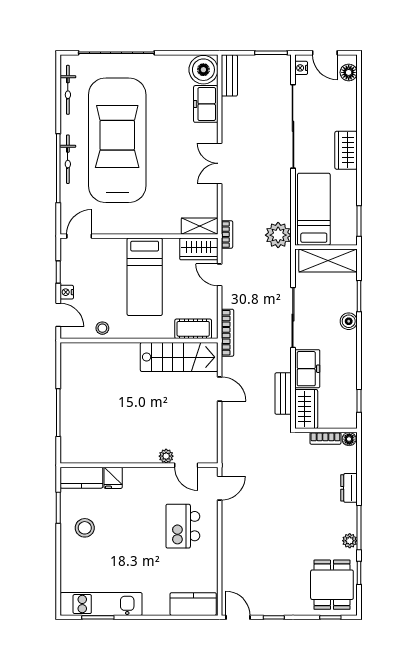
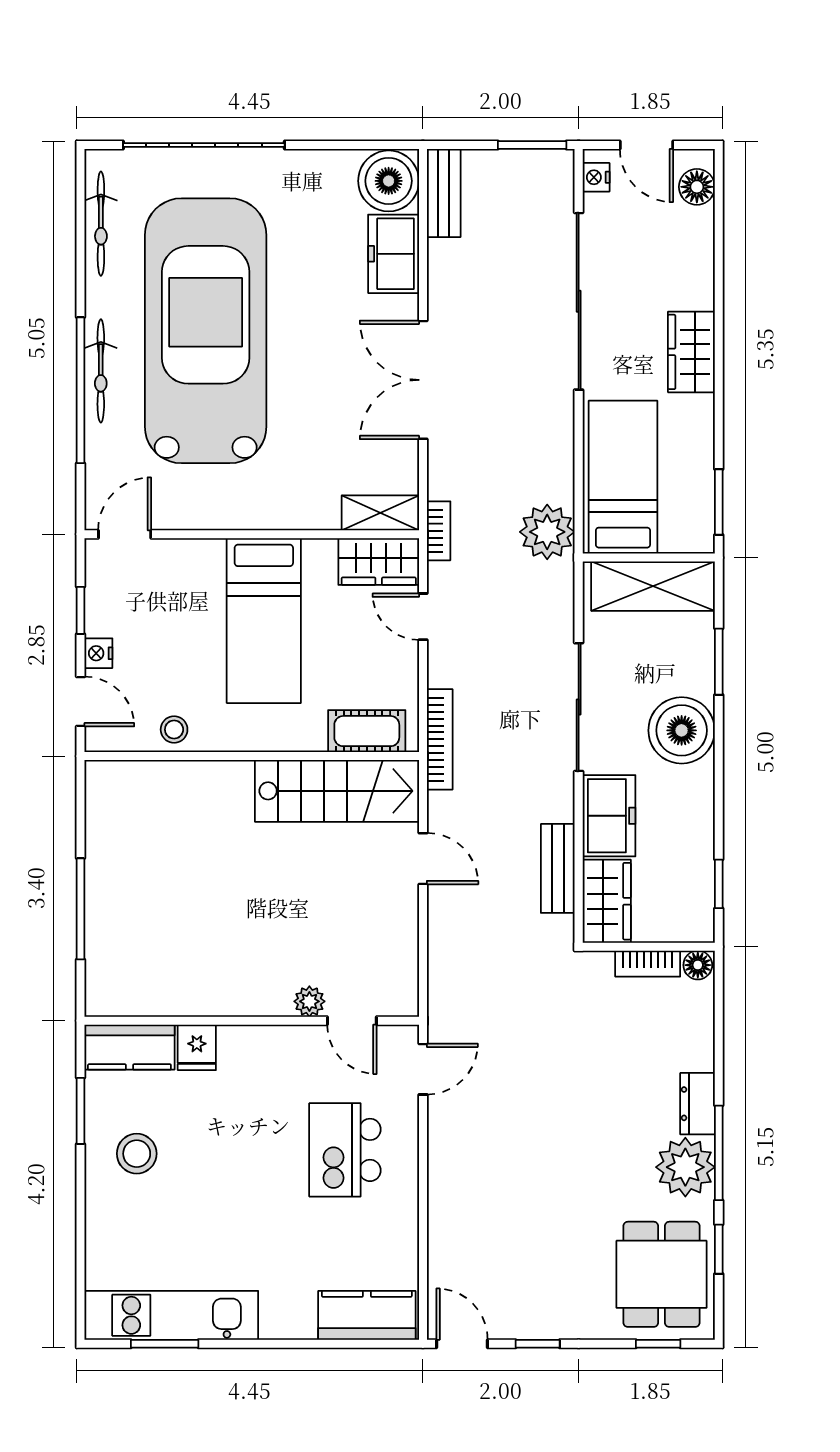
double door: (220, 163) -> (423, 380), width x1.37
boiler: (349, 321) -> (682, 730), width x1.86, depth x1.86
dresser: (349, 488) -> (698, 1104), moved
plant: (350, 541) -> (685, 1167), width x1.88, depth x1.88

